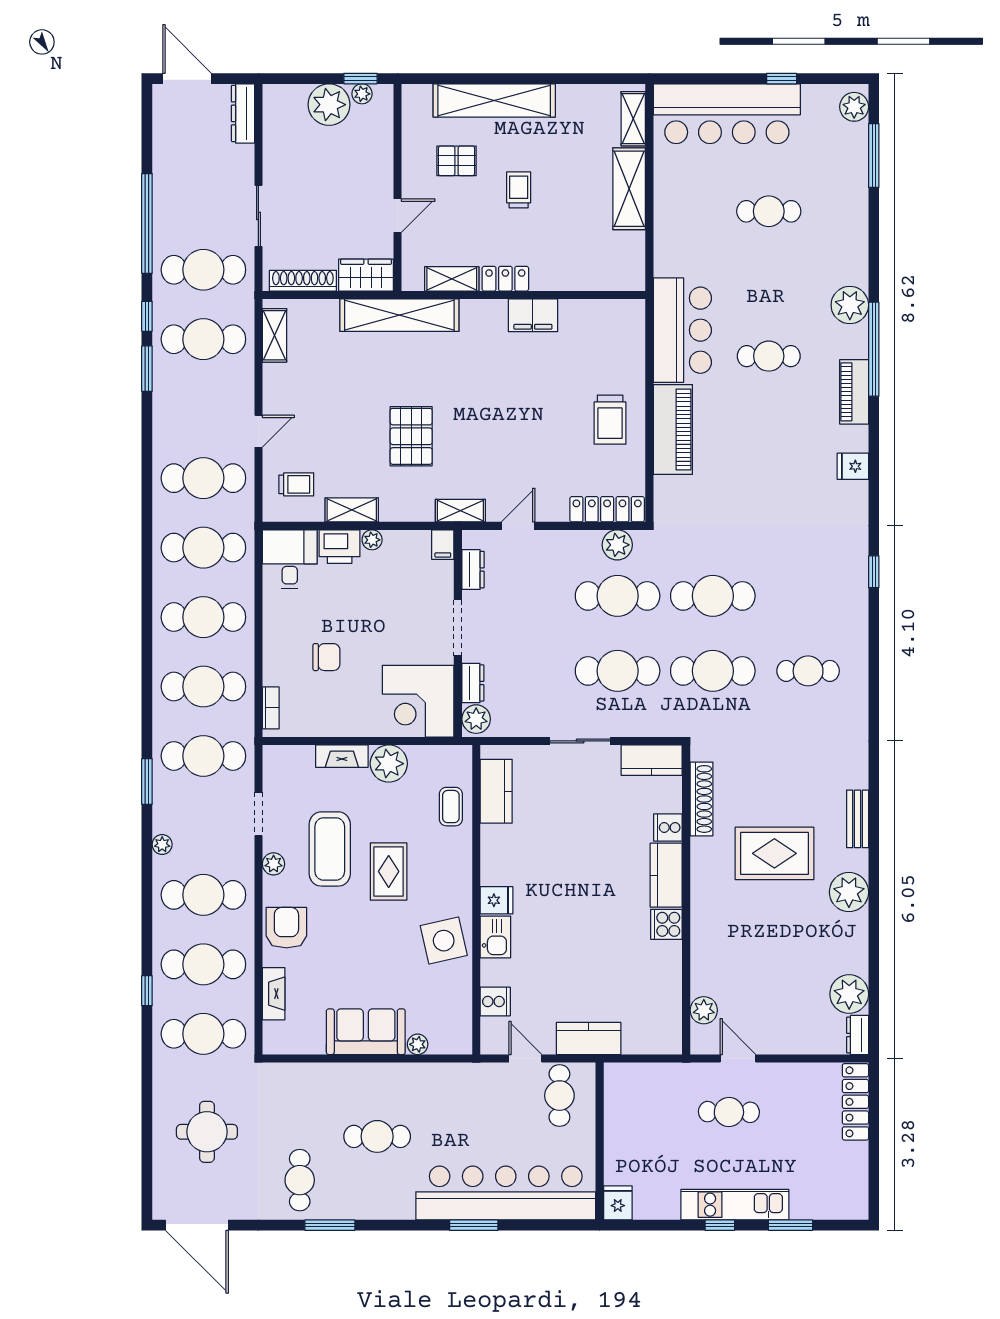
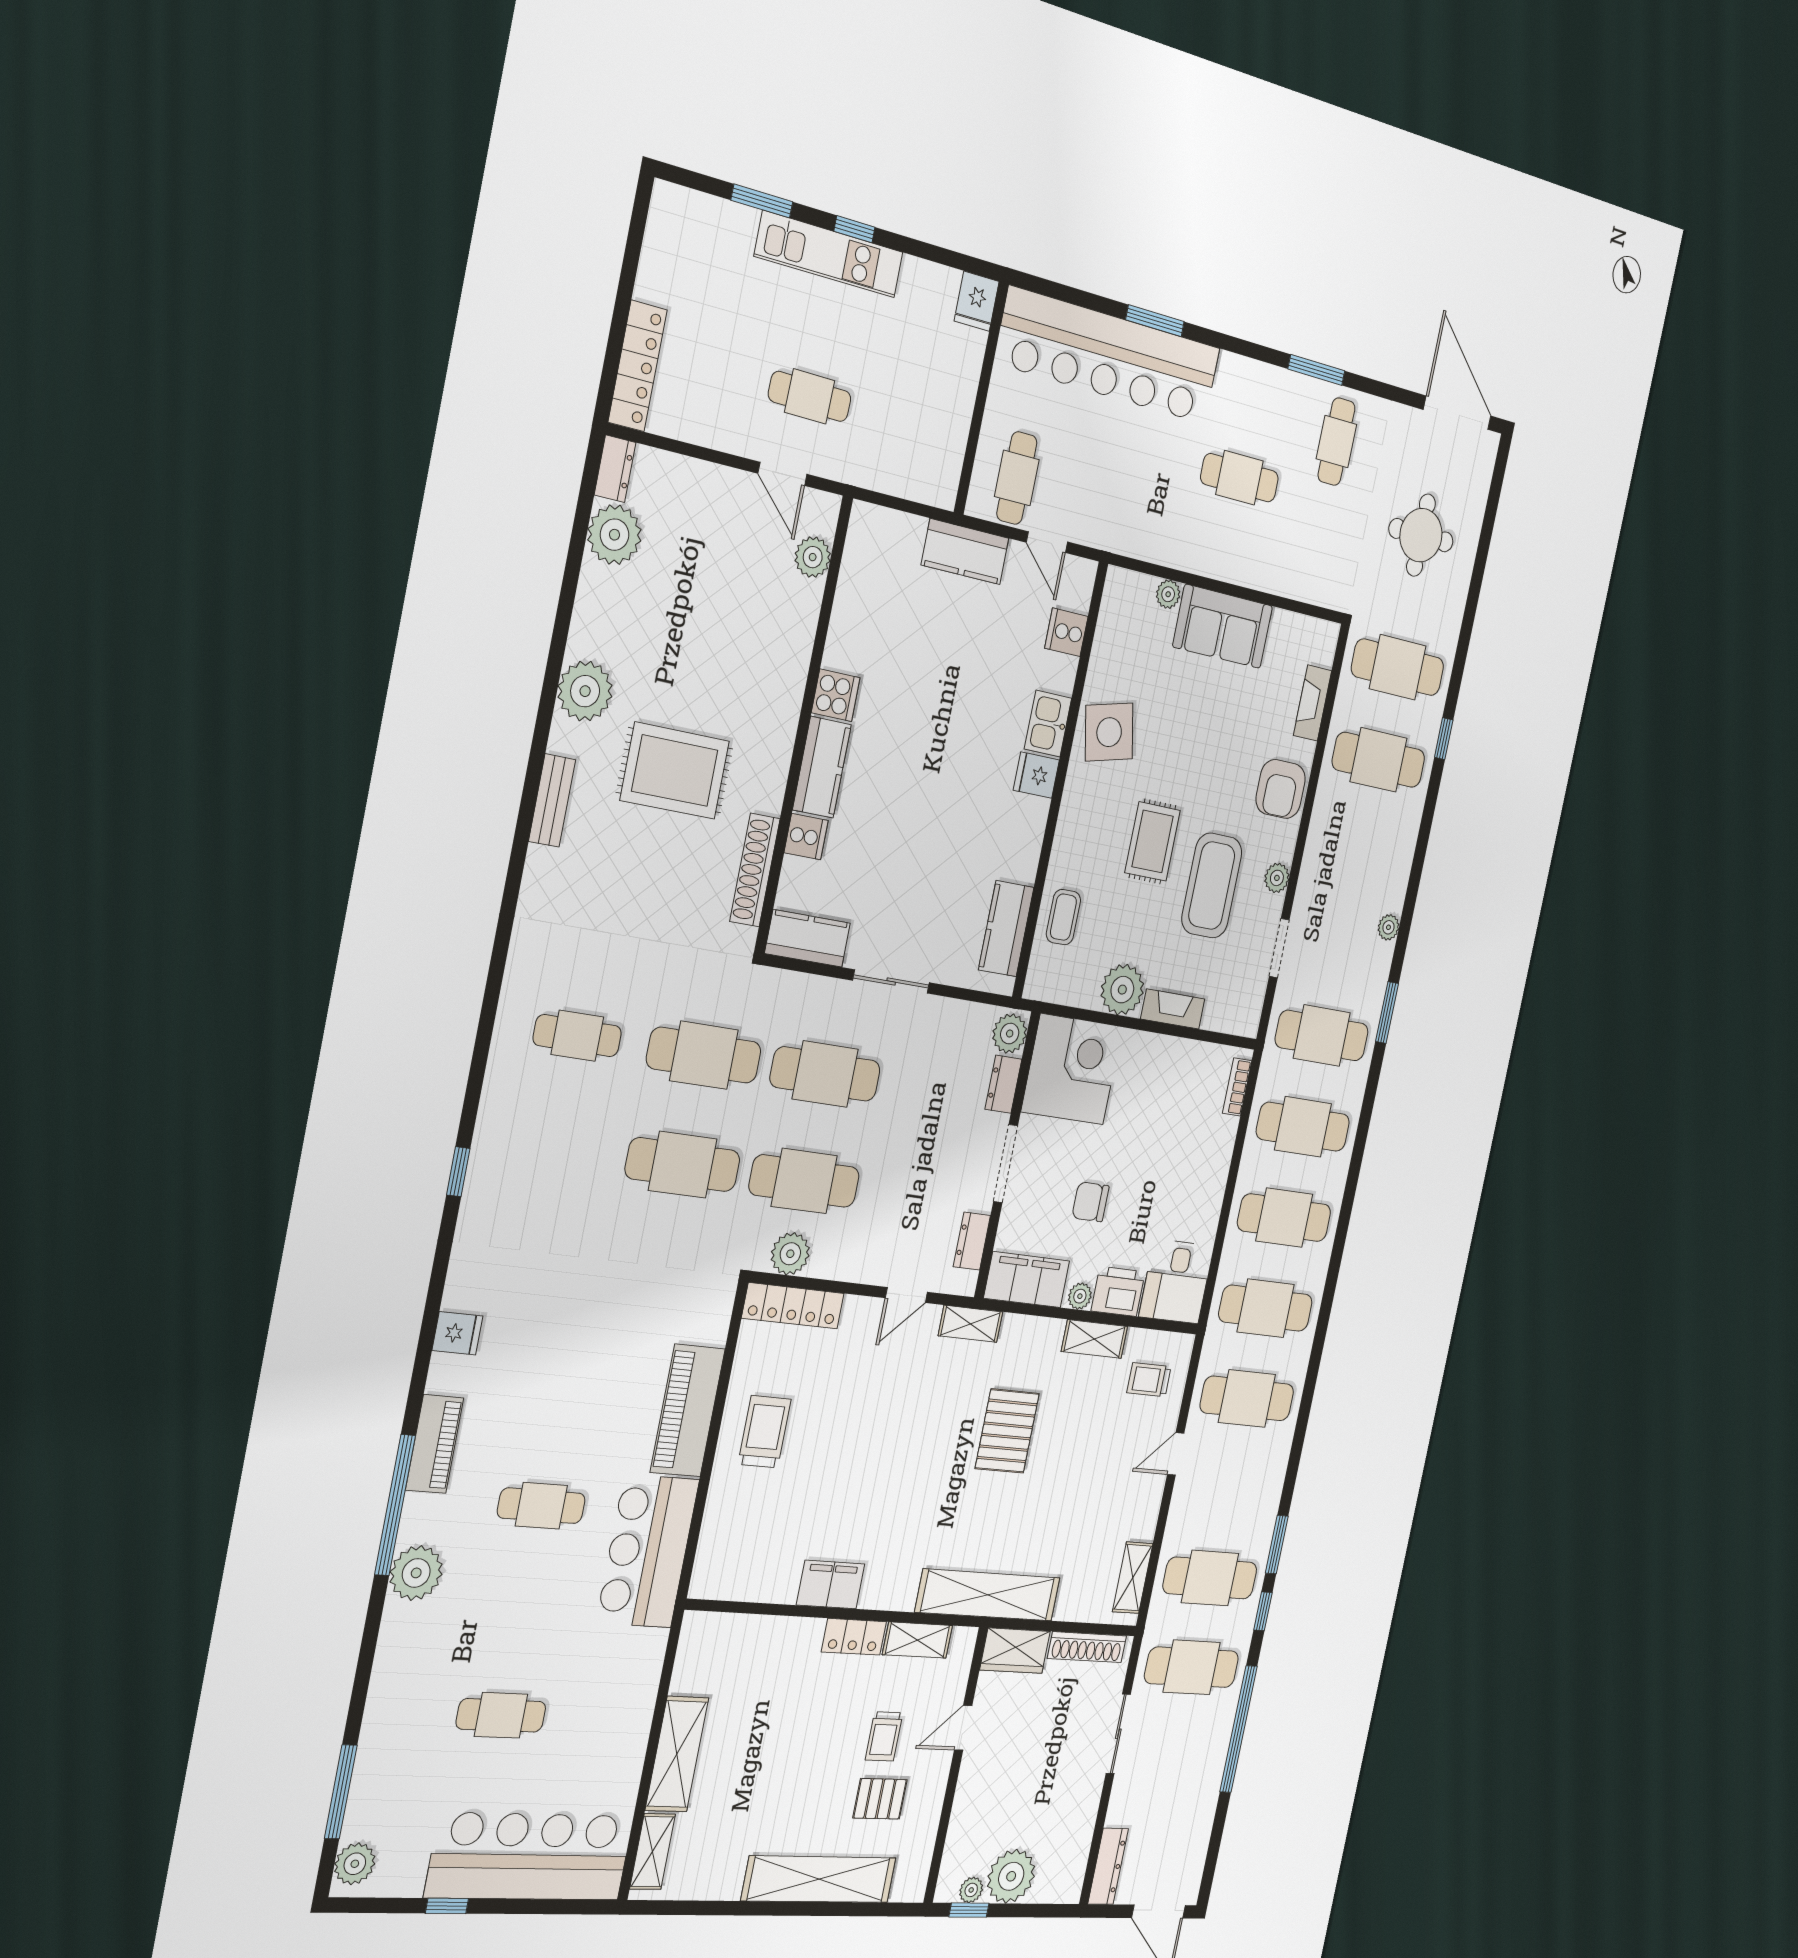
trolley: (519, 190) -> (884, 1736), moved
filing cabinet: (443, 545) -> (1027, 1280), width x3.00, depth x1.17
chair: (326, 657) -> (1091, 1202), moved
cafe table: (203, 895) -> (1360, 852), removed

